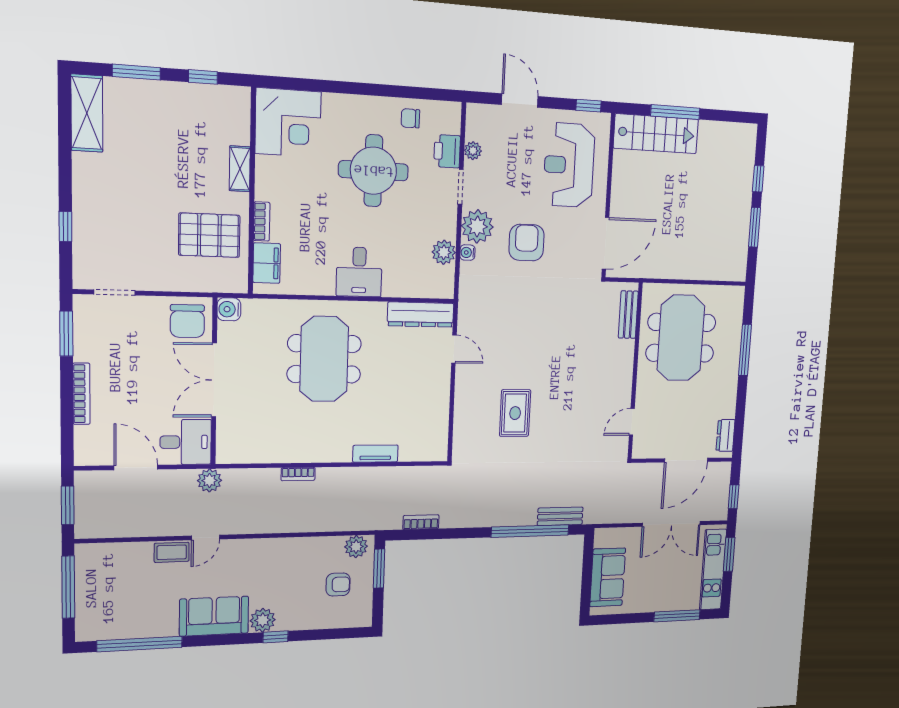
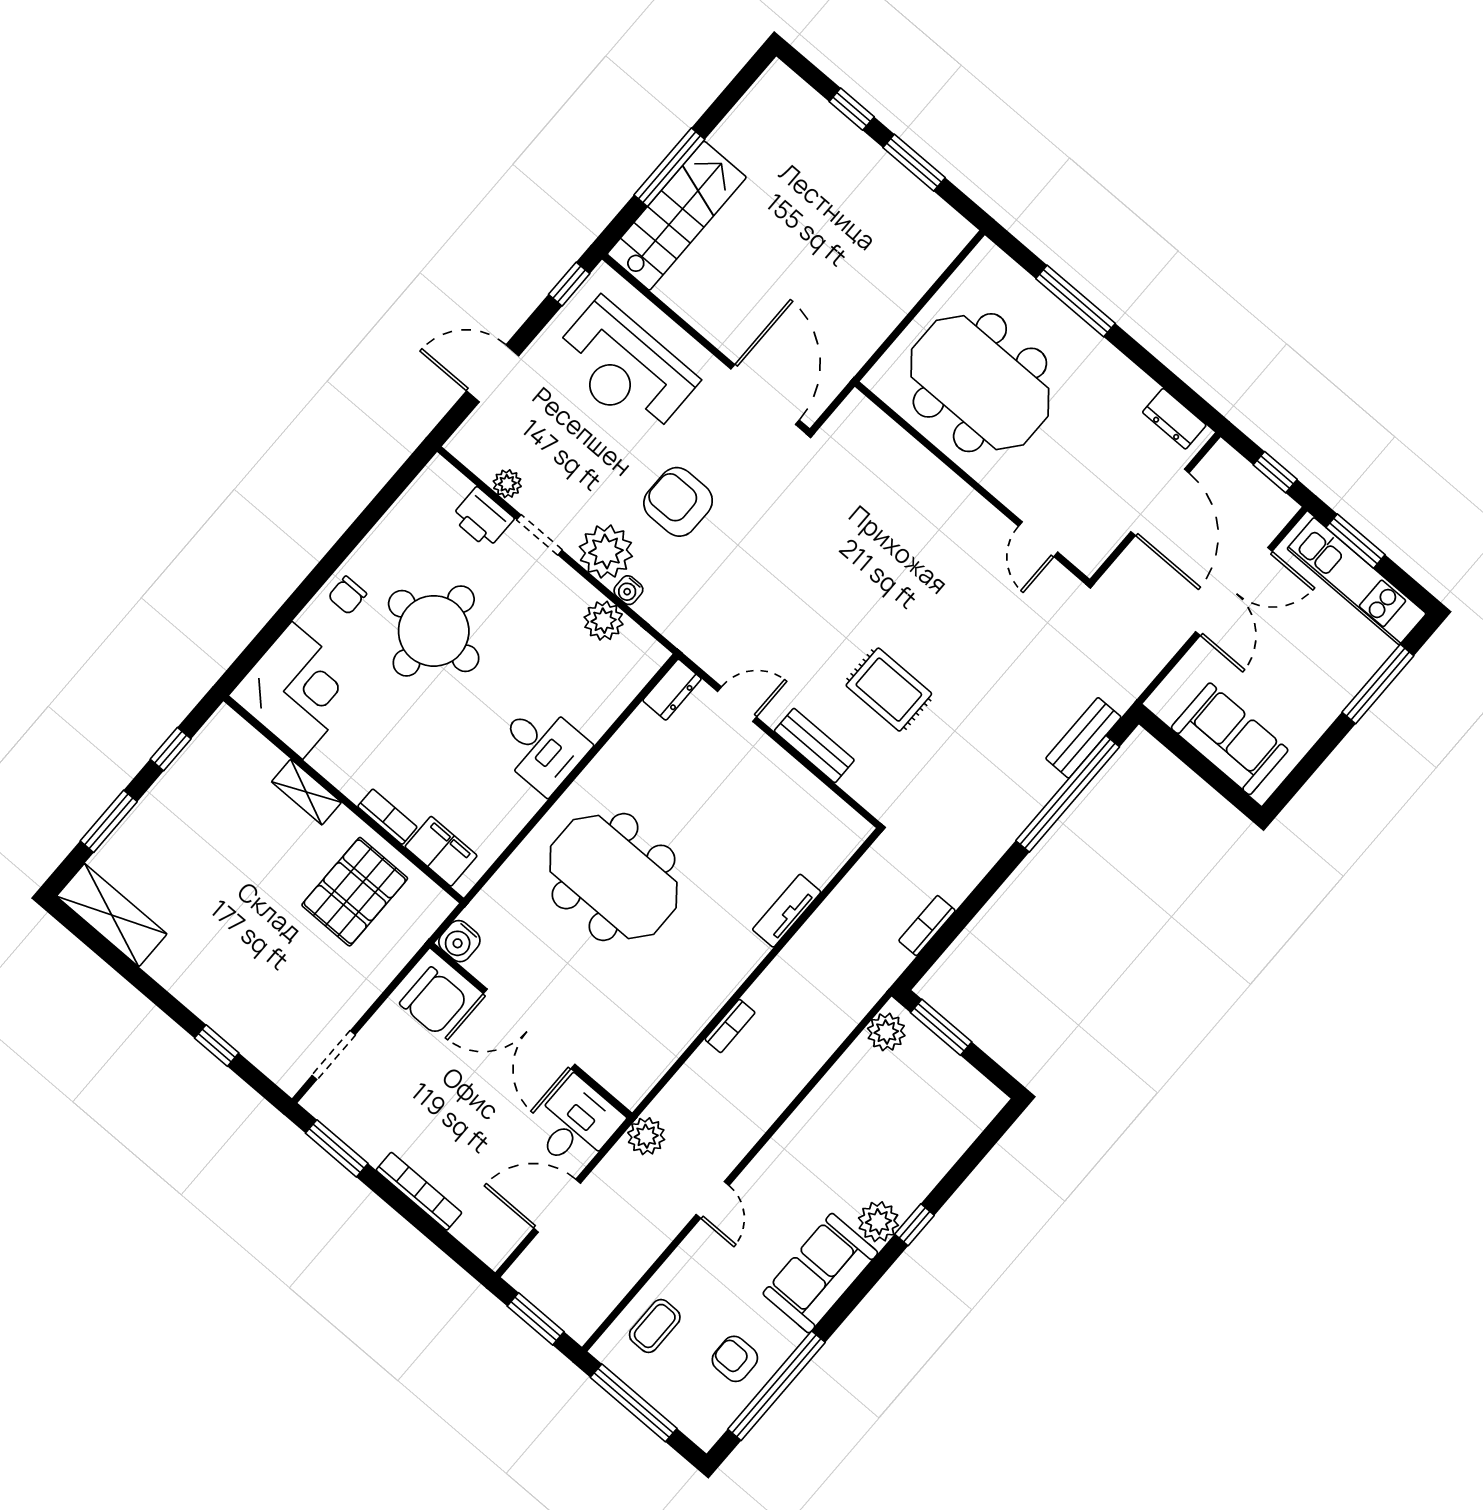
chair: (410, 118) -> (347, 595), moved
dresser: (421, 315) -> (672, 690), width x0.51, depth x0.80
bench: (628, 315) -> (814, 746), moved
coffee table: (172, 552) -> (655, 1326), moved
armchair: (338, 585) -> (735, 1359), moved, turned -90

